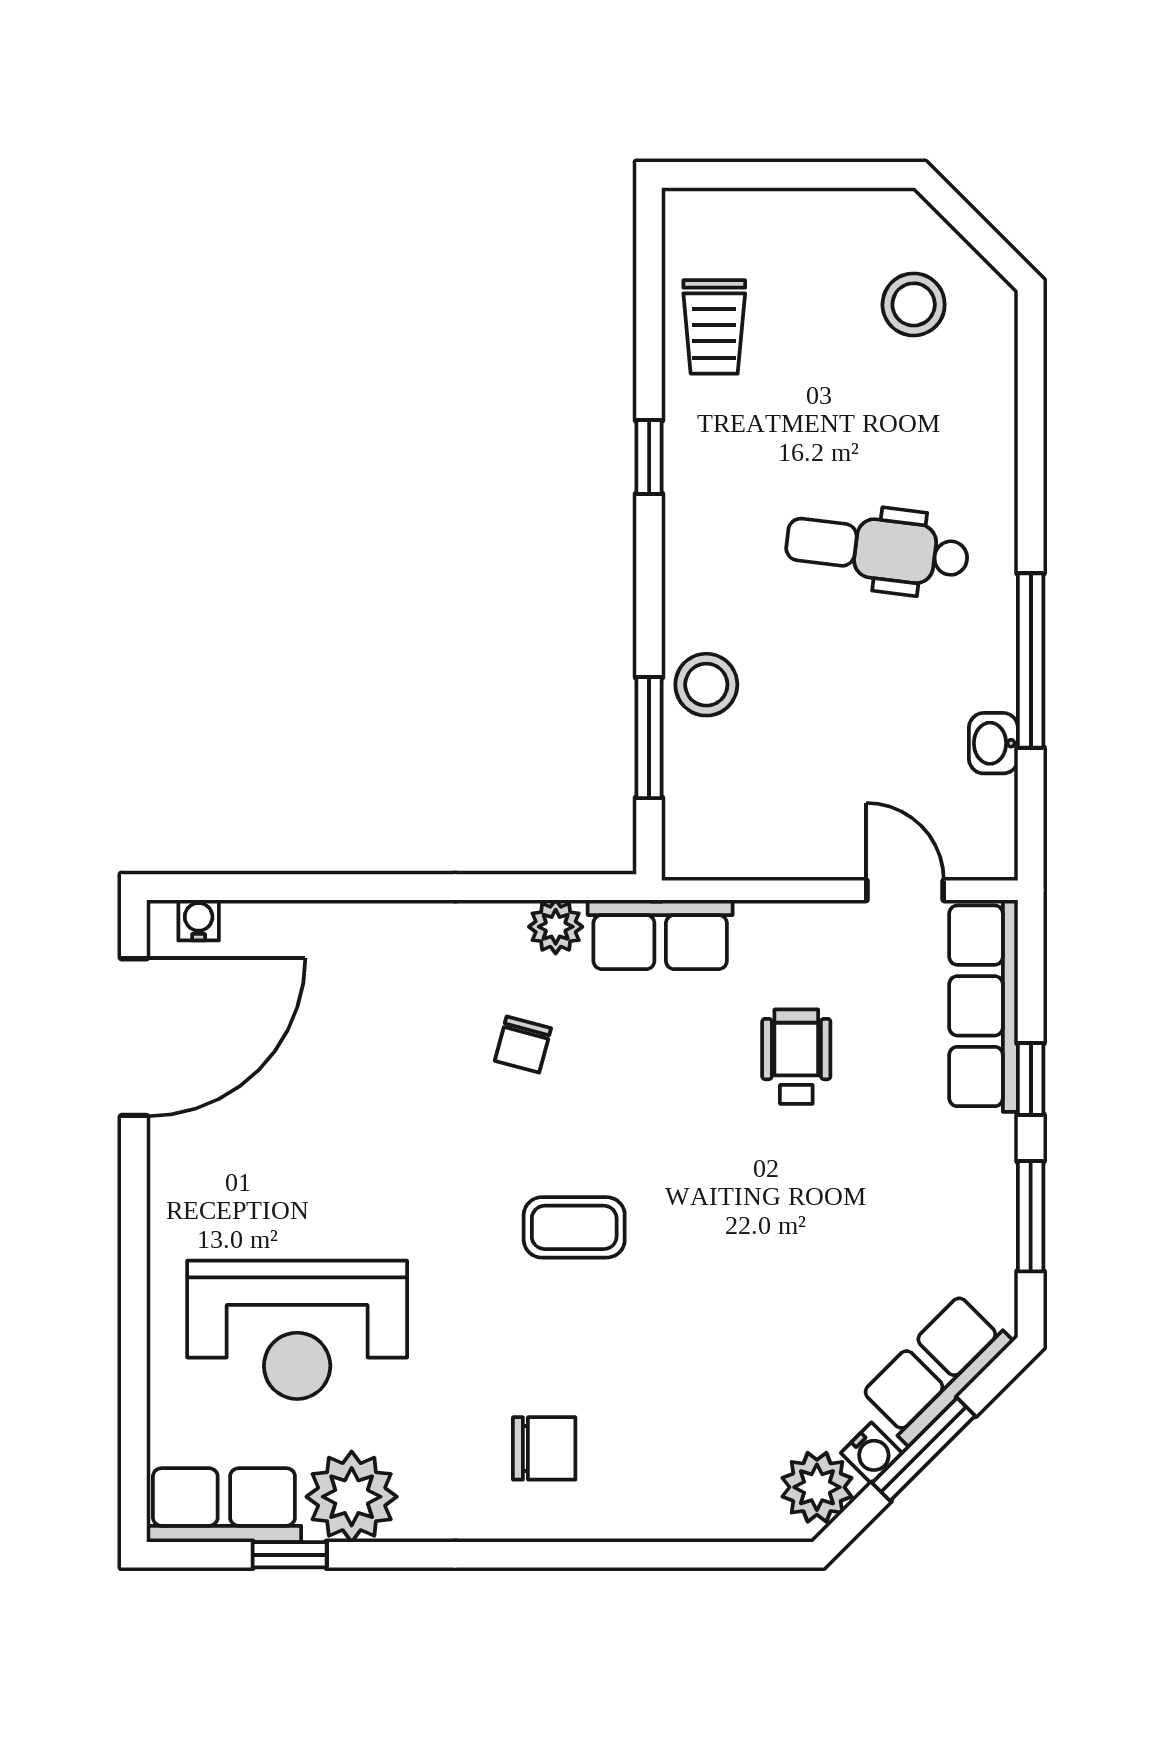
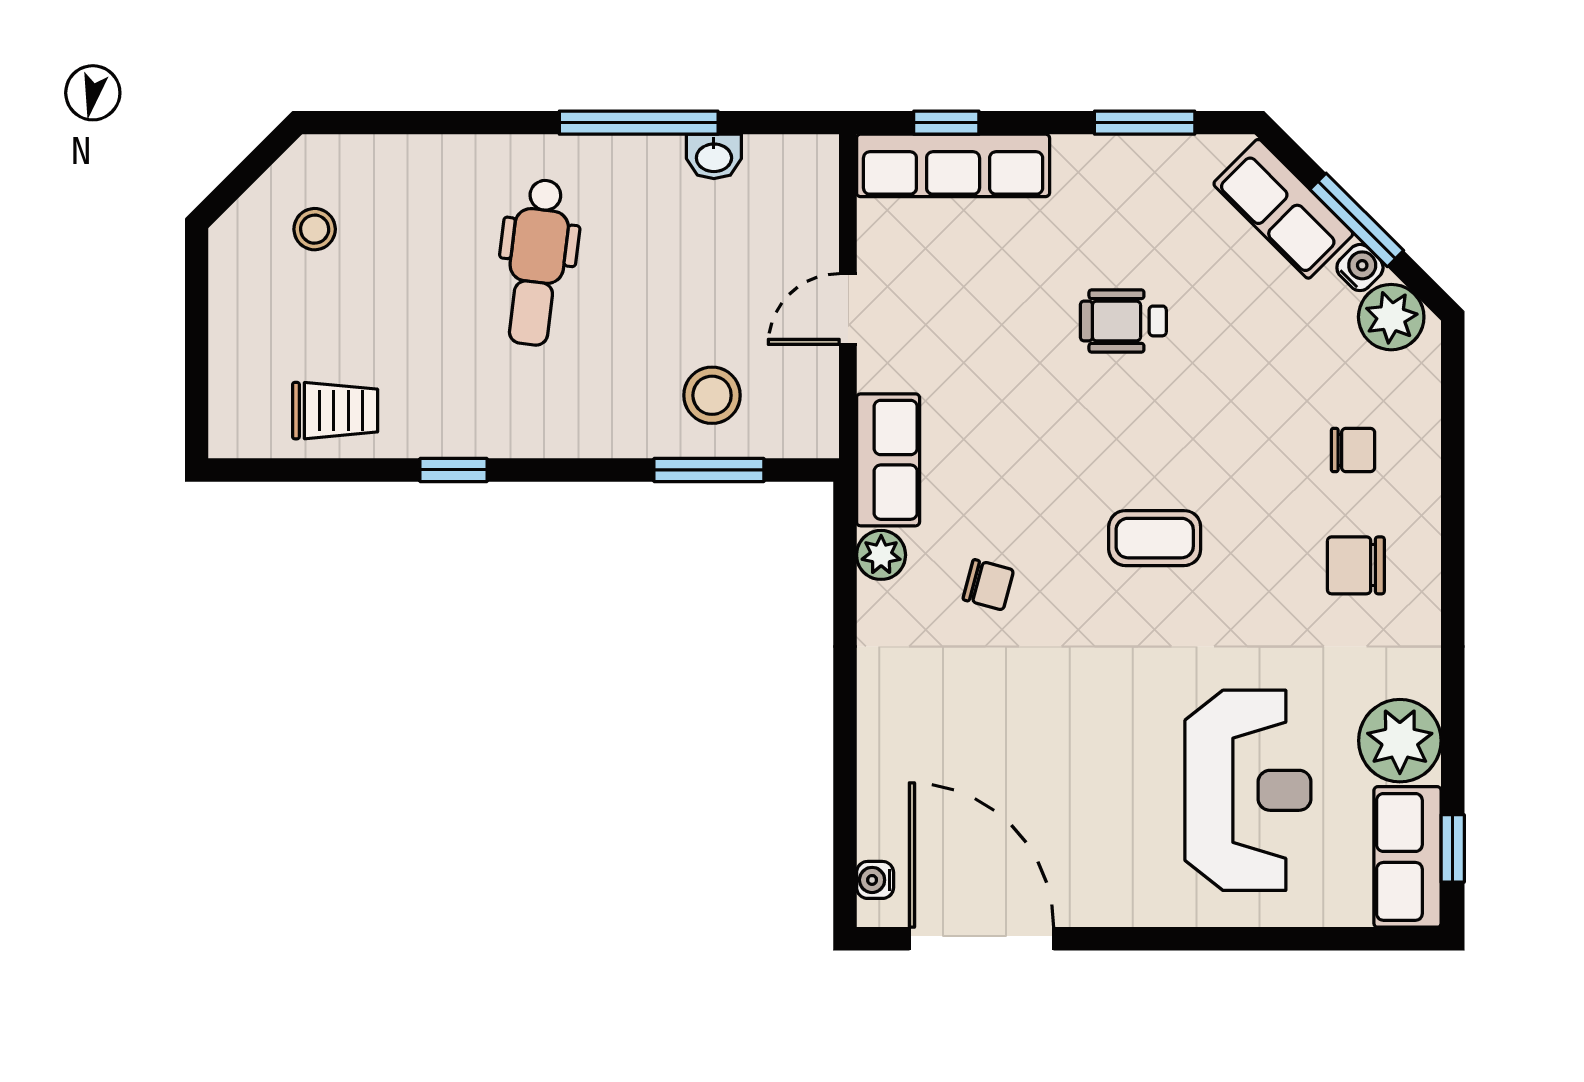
stool: (914, 304) -> (315, 229), width x0.73, depth x0.73
stool: (706, 685) -> (712, 395), moved
door: (905, 890) -> (848, 309), moved
wheelchair: (796, 1057) -> (1123, 321), moved
window: (1031, 1079) -> (946, 123), moved
coffee table: (574, 1227) -> (1155, 538), turned 90
chair: (671, 1445) -> (1353, 450), added
chair: (544, 1448) -> (1356, 565), turned -90
window: (290, 1555) -> (1453, 848), moved

